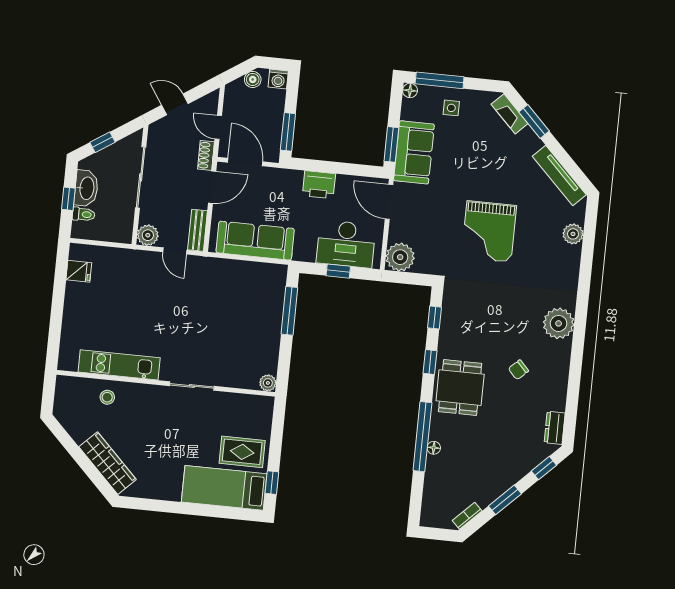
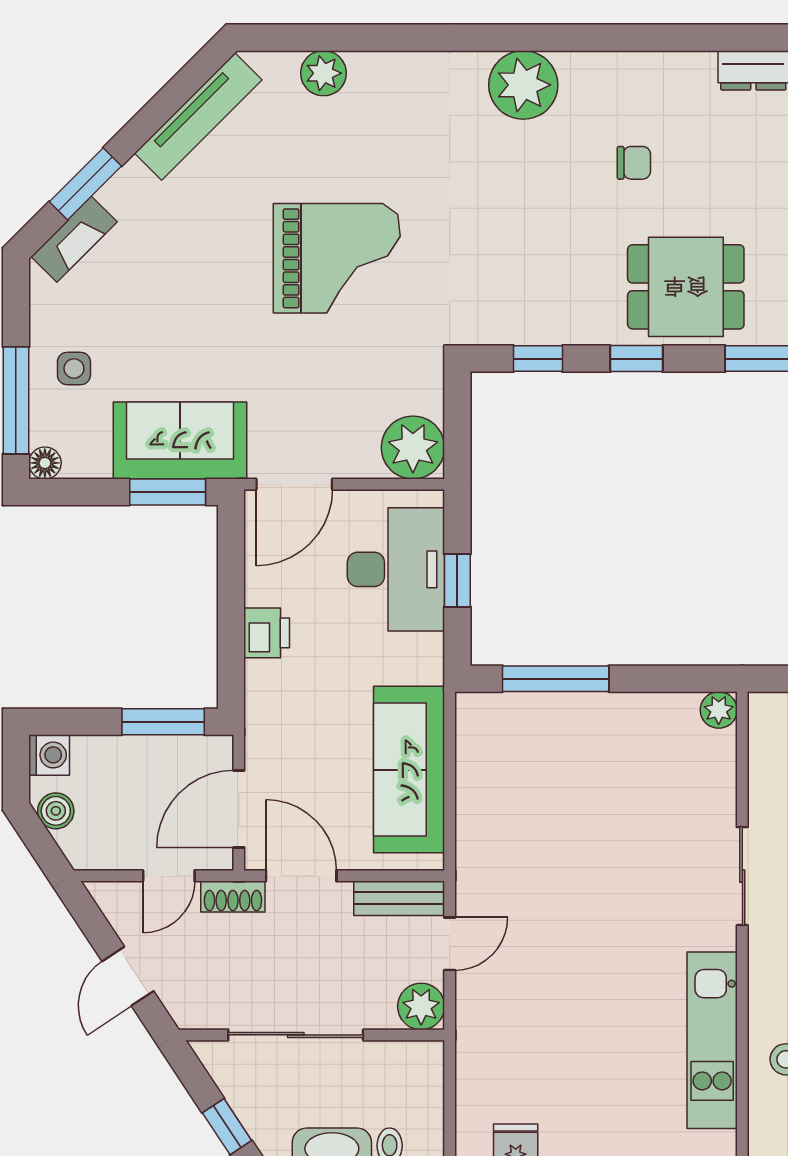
printer: (319, 185) -> (267, 633), width x0.73, depth x0.81
chair: (518, 370) -> (634, 163), turned -47

